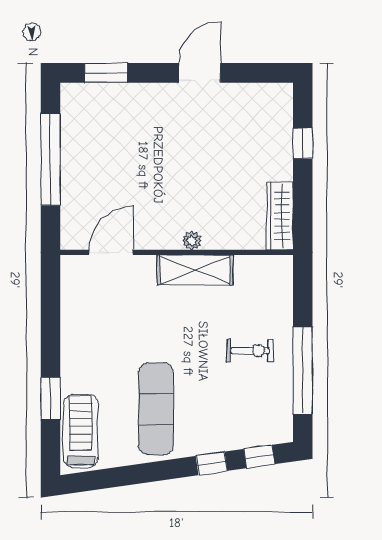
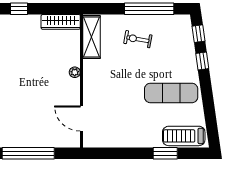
shelving: (195, 270) -> (92, 37), moved
exercise bike: (250, 351) -> (138, 39), turned -80

